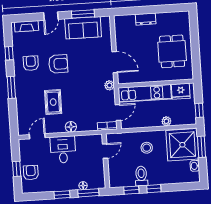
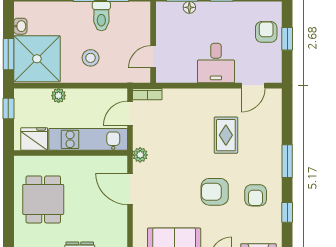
floor lamp: (71, 127) -> (202, 96), removed
armchair: (31, 173) -> (266, 32), turned 180

